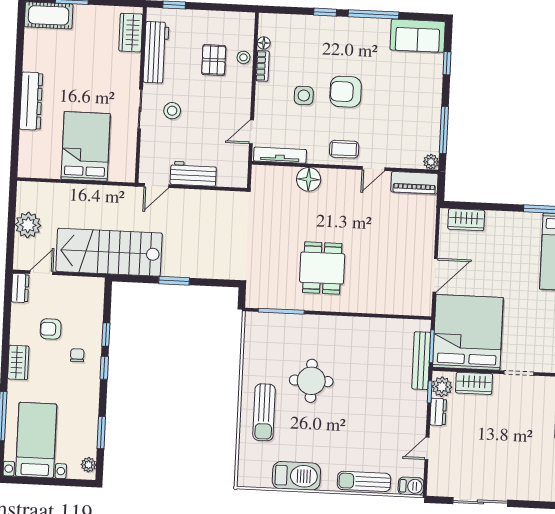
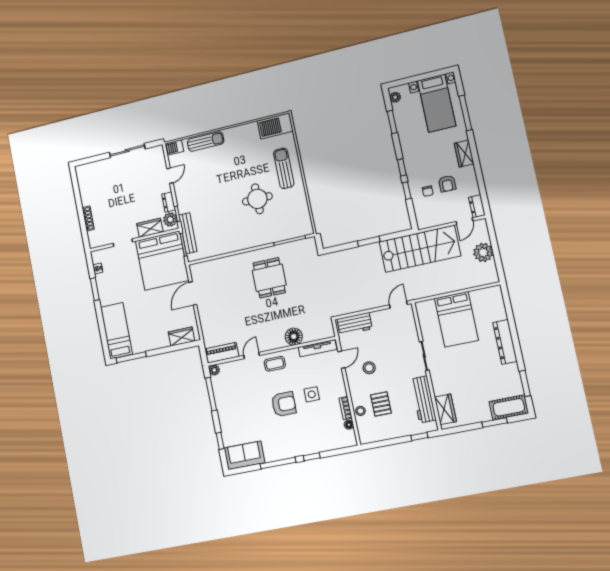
window: (20, 41) -> (525, 383), added
stool: (172, 111) -> (369, 368), moved
workbench: (193, 174) -> (355, 324), moved
armchair: (51, 329) -> (447, 184), turned 90
chair: (77, 355) -> (428, 191), moved
barbecue: (296, 476) -> (275, 126), moved

